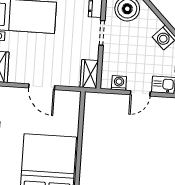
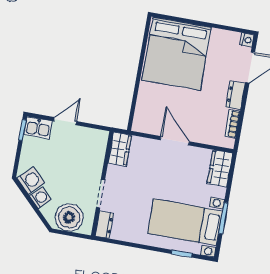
washing machine: (119, 83) -> (40, 198), moved, turned -135

